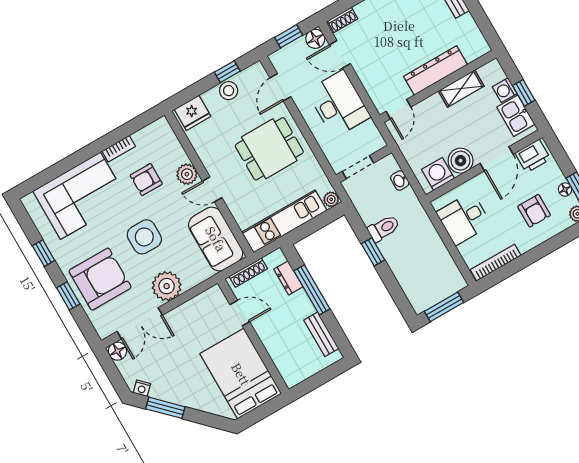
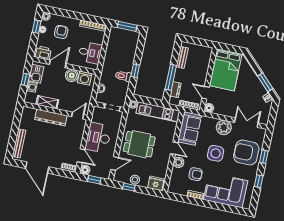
floor lamp: (117, 351) -> (209, 108), moved

